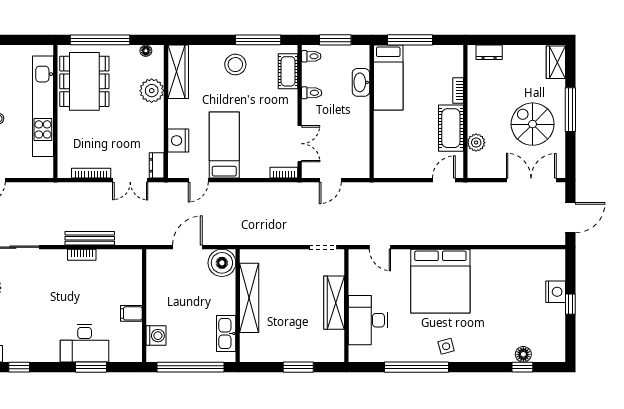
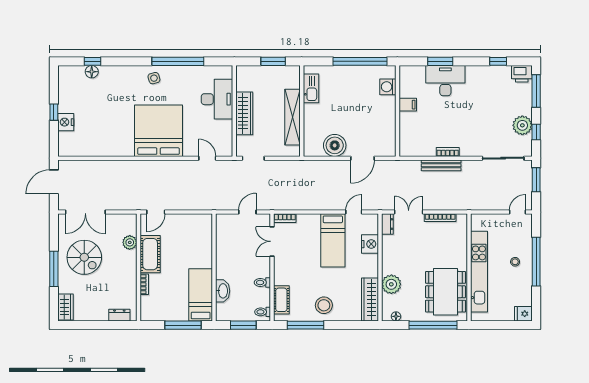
shelving: (249, 298) -> (292, 117), moved
wall: (238, 306) -> (302, 111), moved
kitchen sink: (226, 334) -> (311, 88), moved

